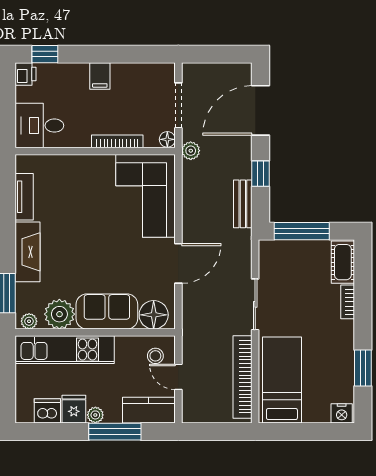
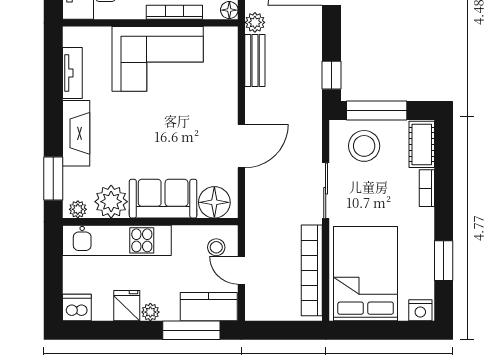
window: (261, 174) -> (331, 75), moved
corner sofa: (146, 196) -> (158, 59), moved, turned -90
bench: (243, 204) -> (255, 60), moved
stool: (290, 263) -> (364, 146), added
bed: (282, 380) -> (366, 274), width x1.50
dishwasher: (47, 411) -> (77, 308), moved
window: (115, 432) -> (191, 330), moved

